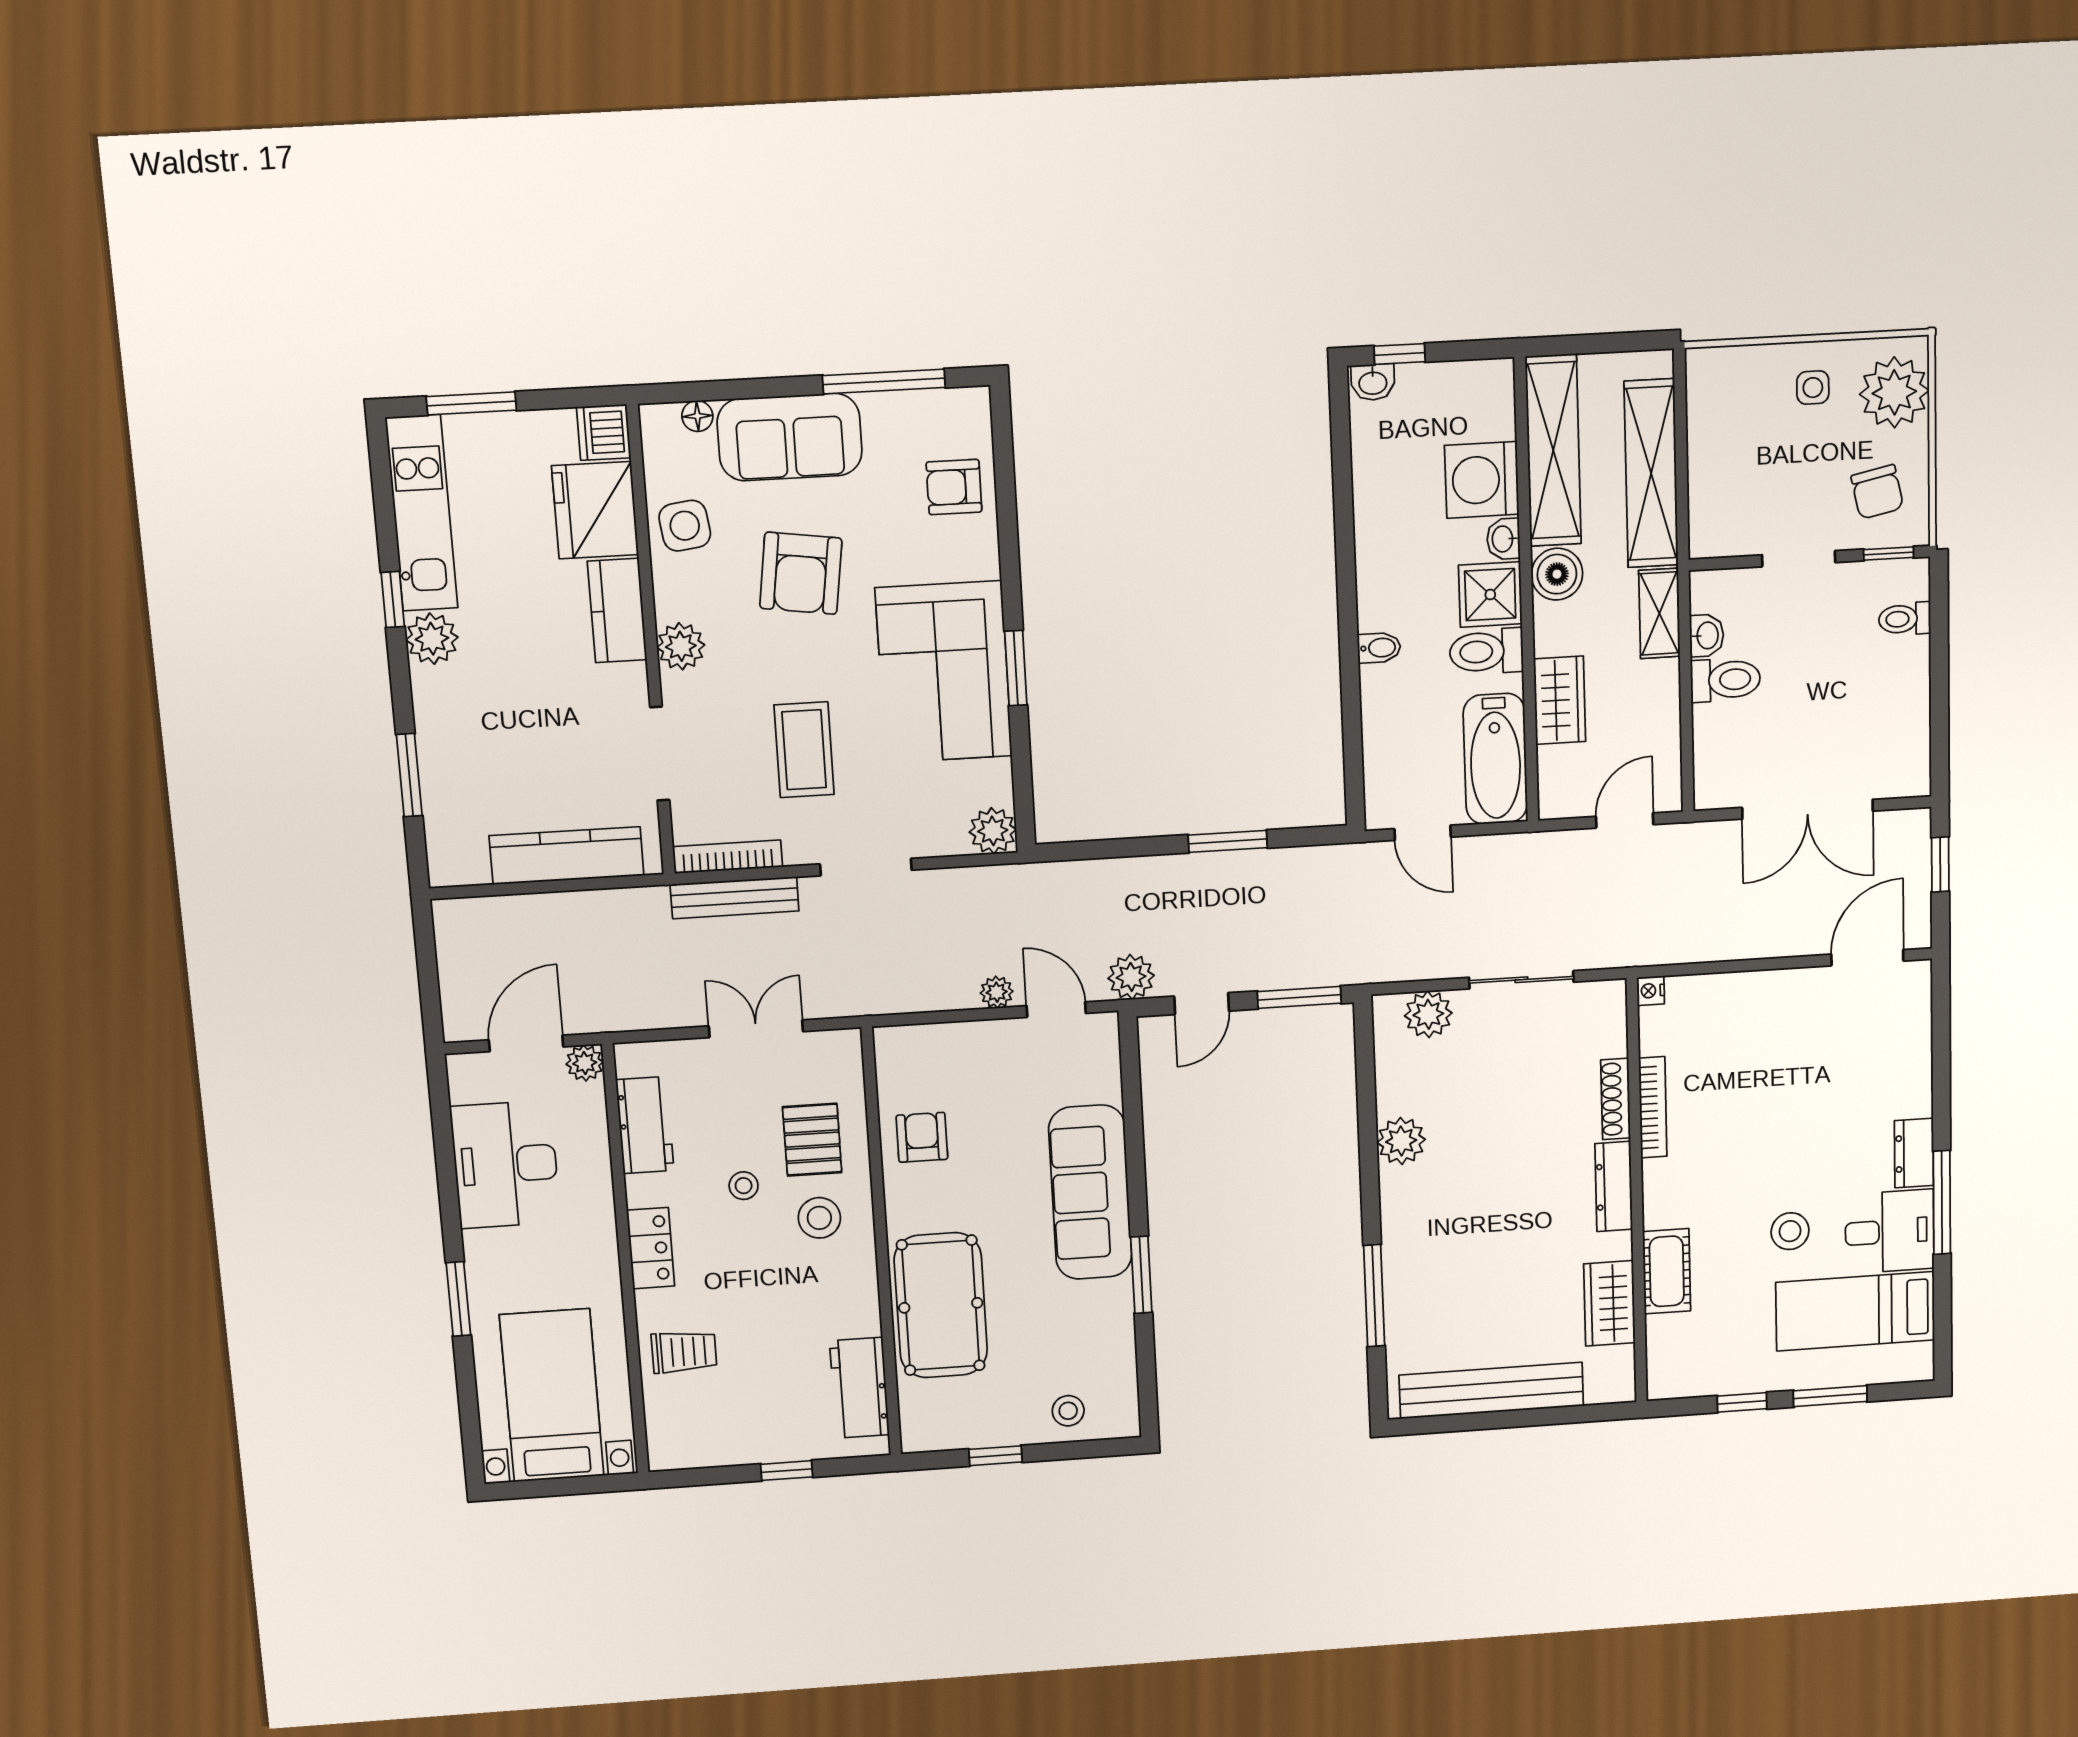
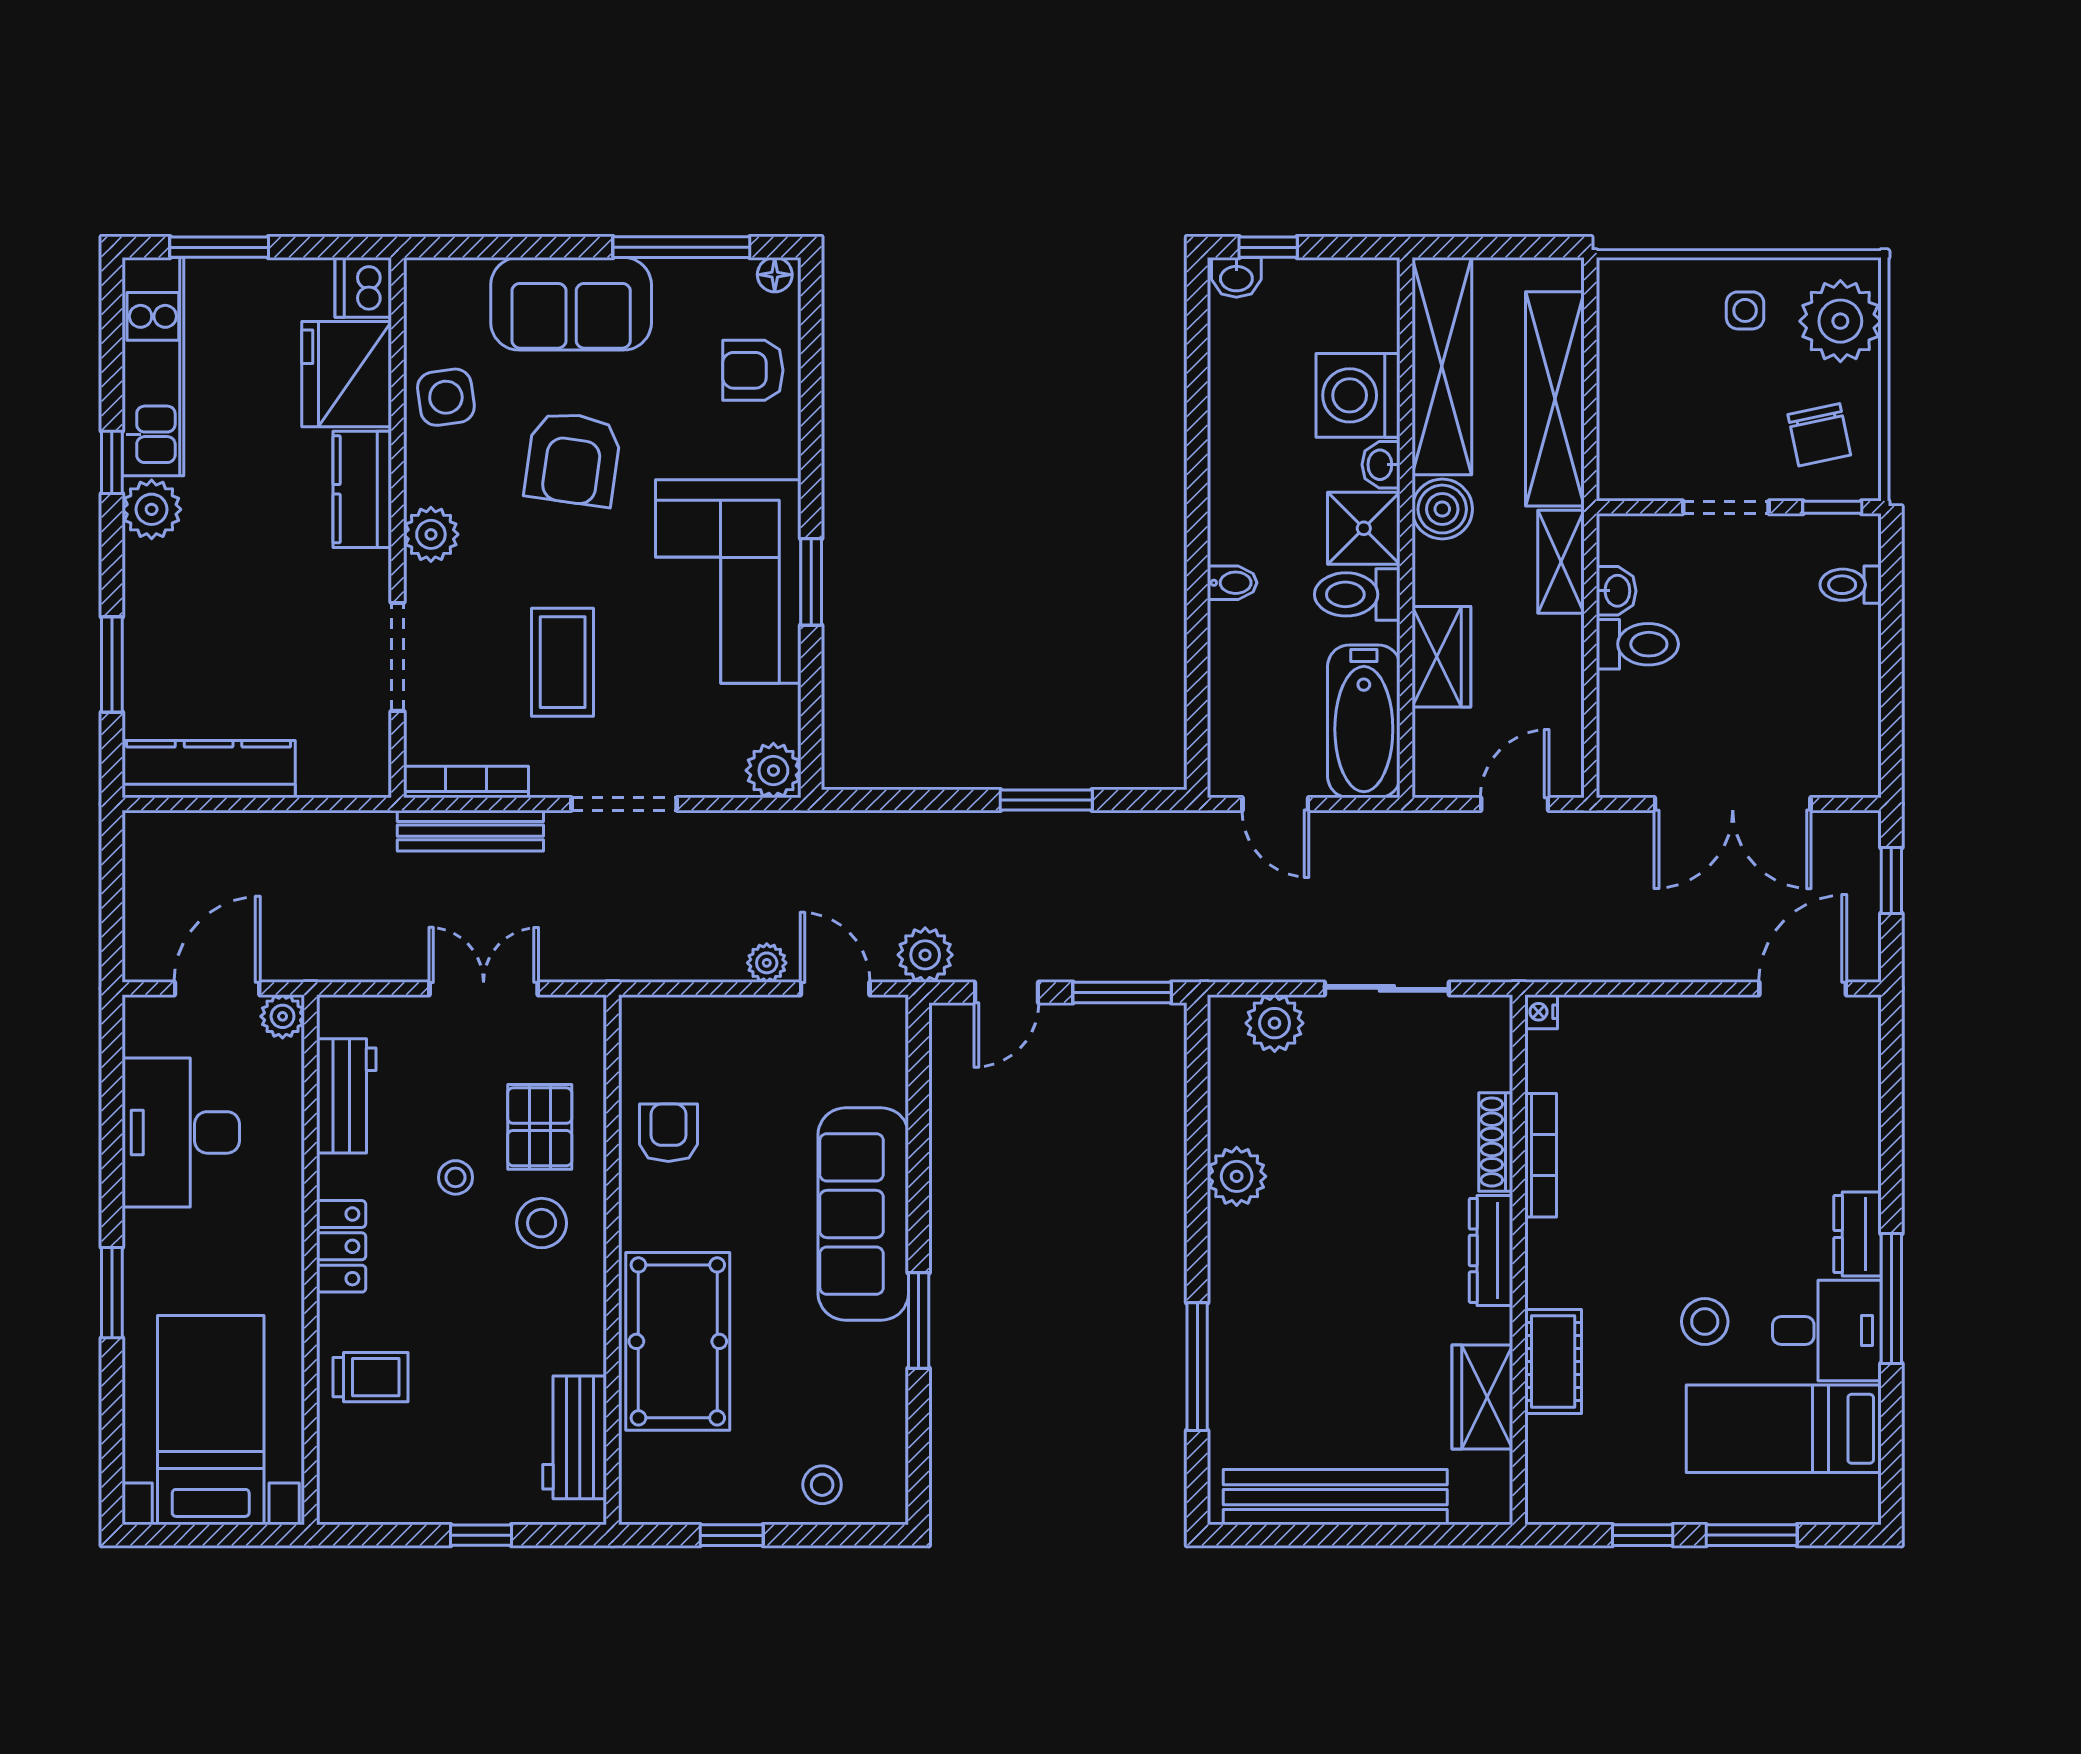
floor lamp: (697, 416) -> (775, 275), moved
kitchen counter: (567, 856) -> (209, 769), moved

